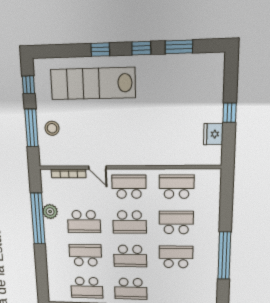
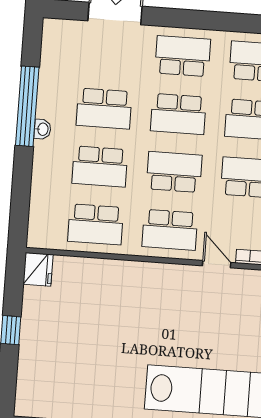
fridge: (213, 134) -> (38, 269), moved
washbasin: (214, 243) -> (42, 129), added
school desk: (130, 256) -> (178, 114), turned 180

